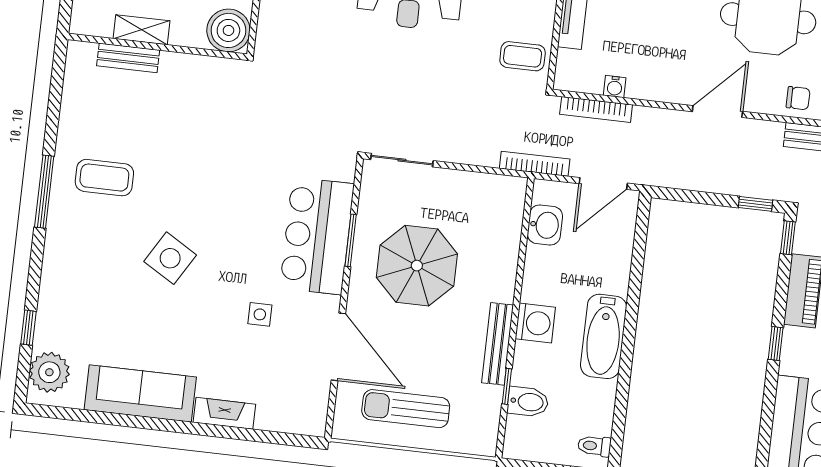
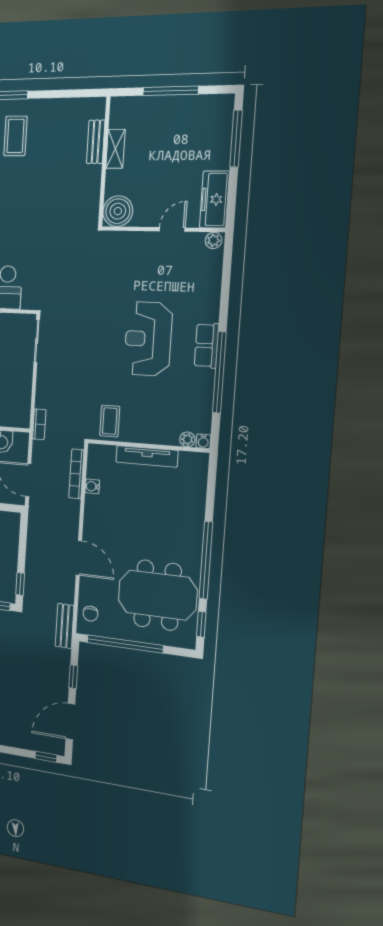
bookcase: (535, 164) -> (39, 424), width x0.64

